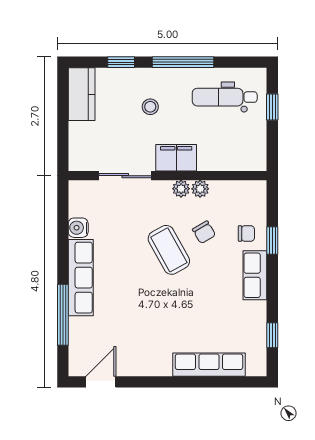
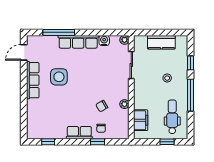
kitchen counter: (82, 94) -> (161, 42), moved
filing cabinet: (176, 158) -> (141, 120), moved
plant: (181, 189) -> (124, 40), moved
coffee table: (169, 250) -> (93, 88), removed
side table: (148, 314) -> (59, 77), added
row of seats: (209, 365) -> (33, 80), moved
door: (101, 382) -> (24, 52), swing flipped

